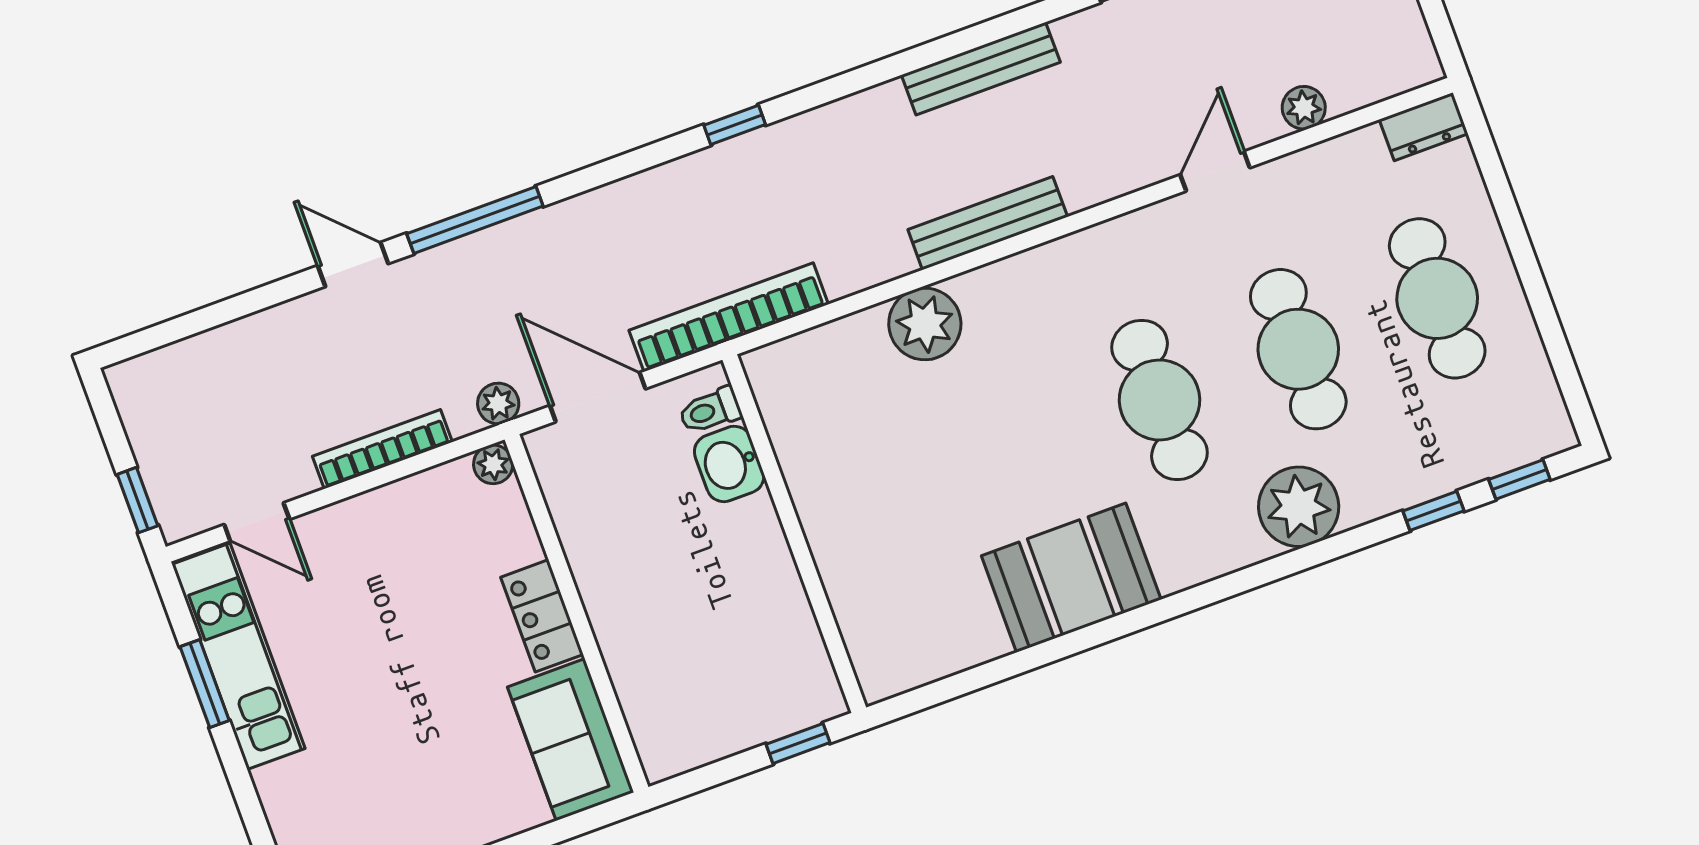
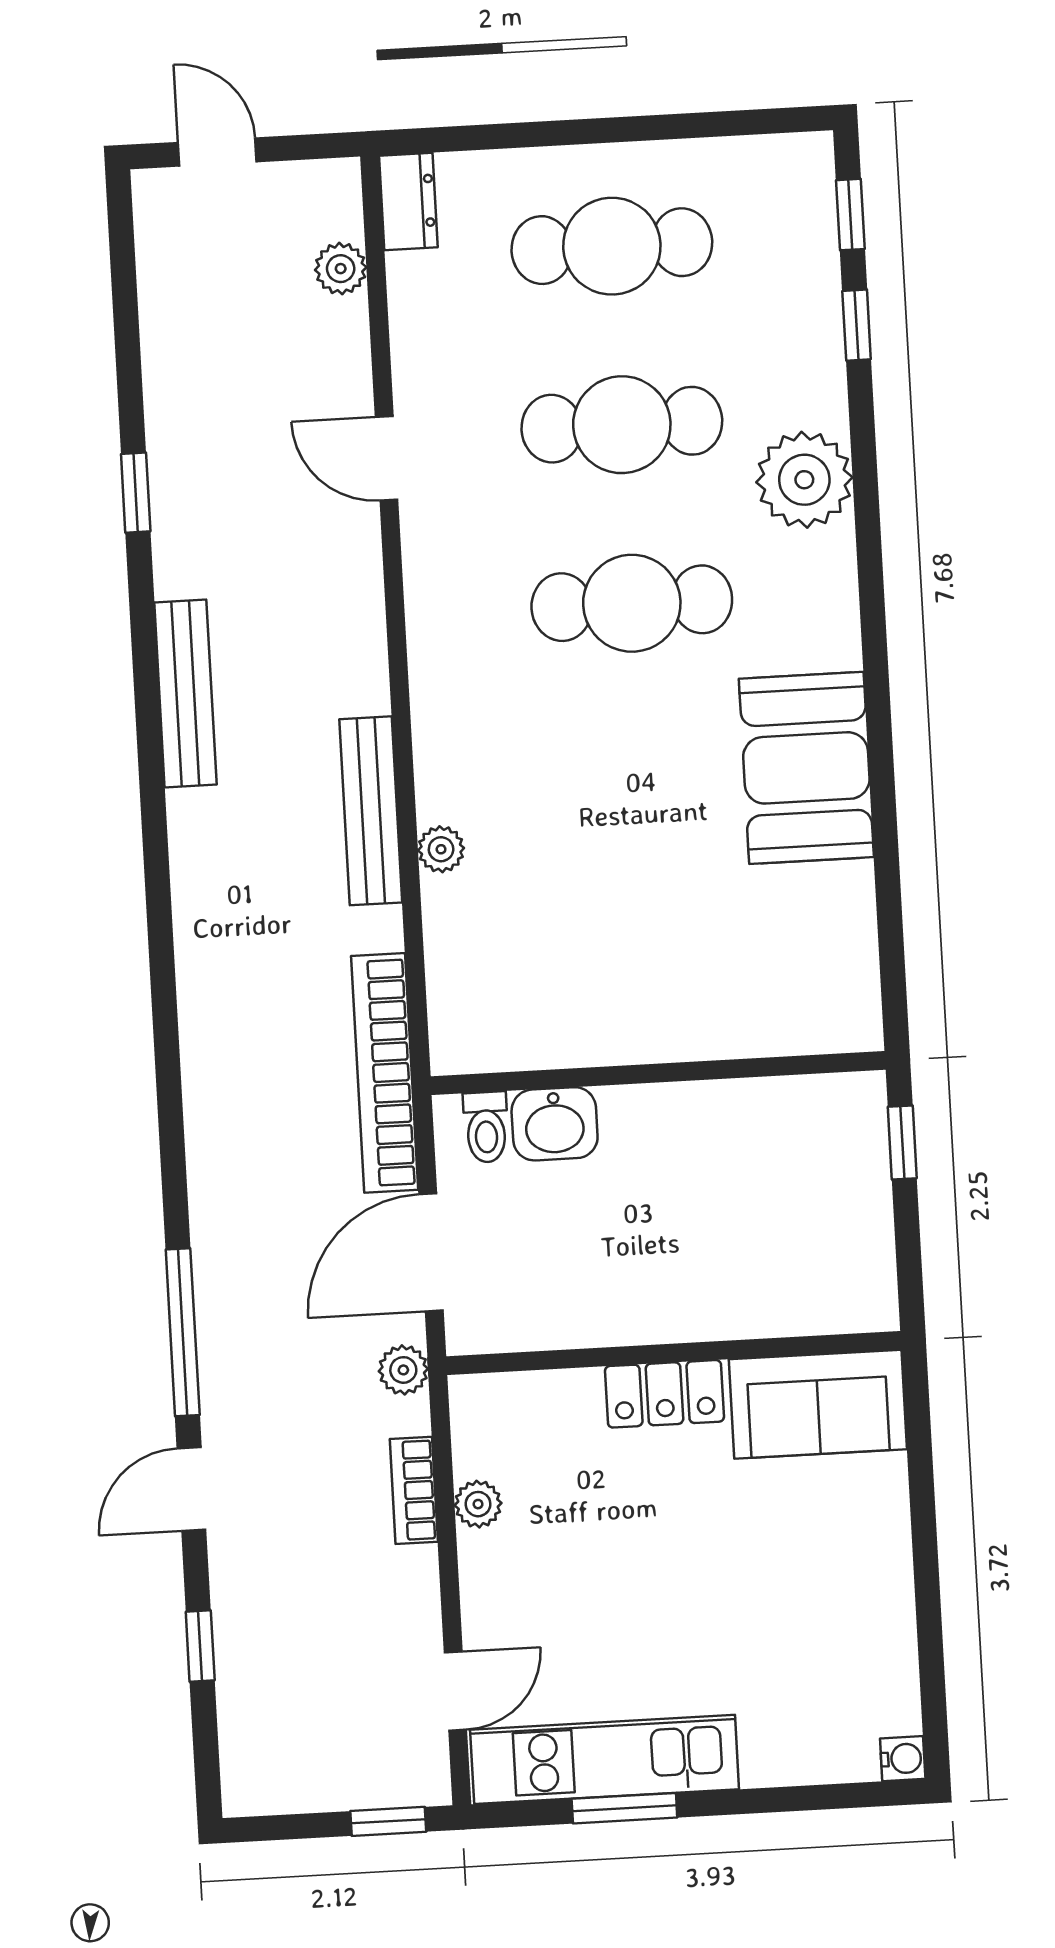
plant: (1304, 108) -> (341, 269), moved
window: (735, 125) -> (200, 1646), moved
bench: (988, 223) -> (371, 811), moved
plant: (925, 324) -> (441, 849), width x0.53, depth x0.53
bookcase: (382, 449) -> (414, 1490), width x0.64
plant: (493, 464) -> (478, 1504), moved

